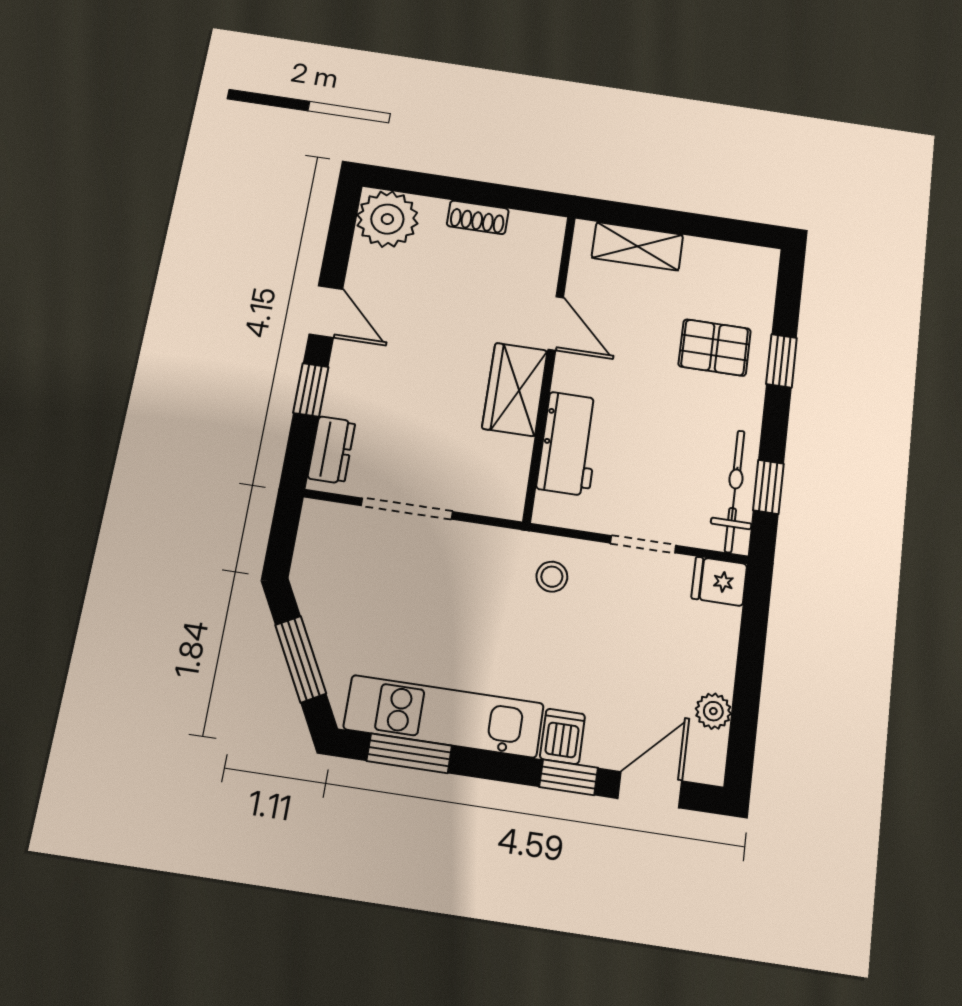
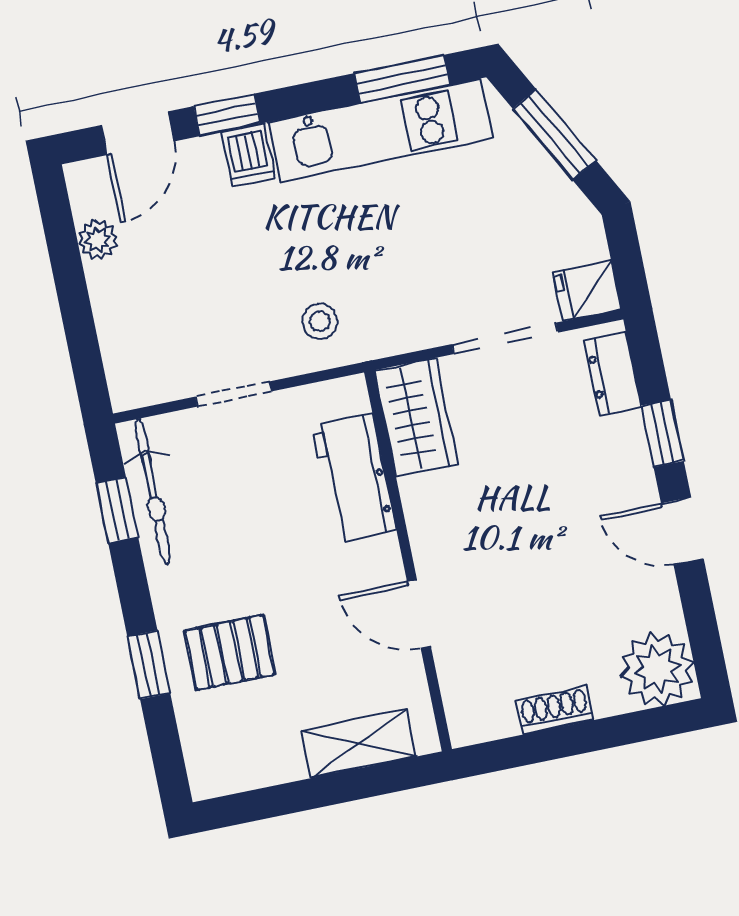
wardrobe: (515, 389) -> (416, 417), moved
fridge: (719, 581) -> (587, 291), moved, turned 180

